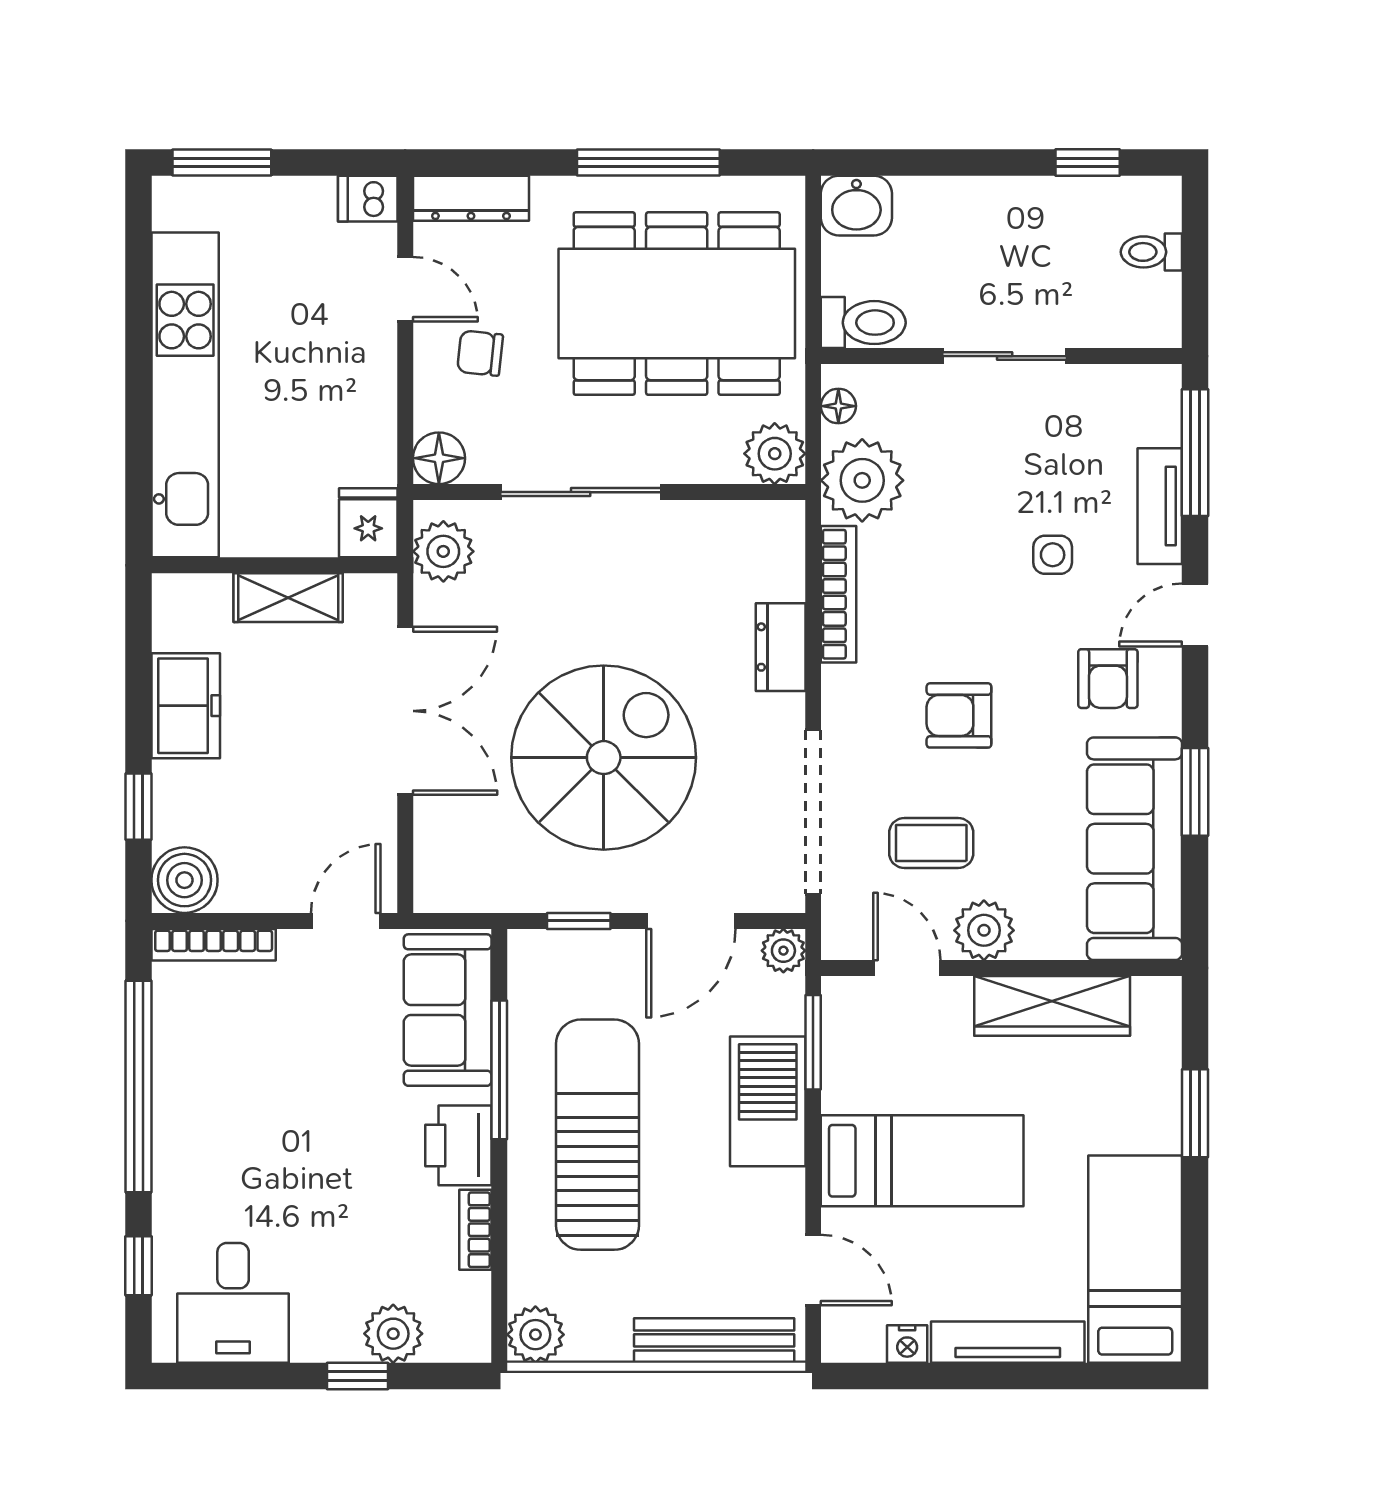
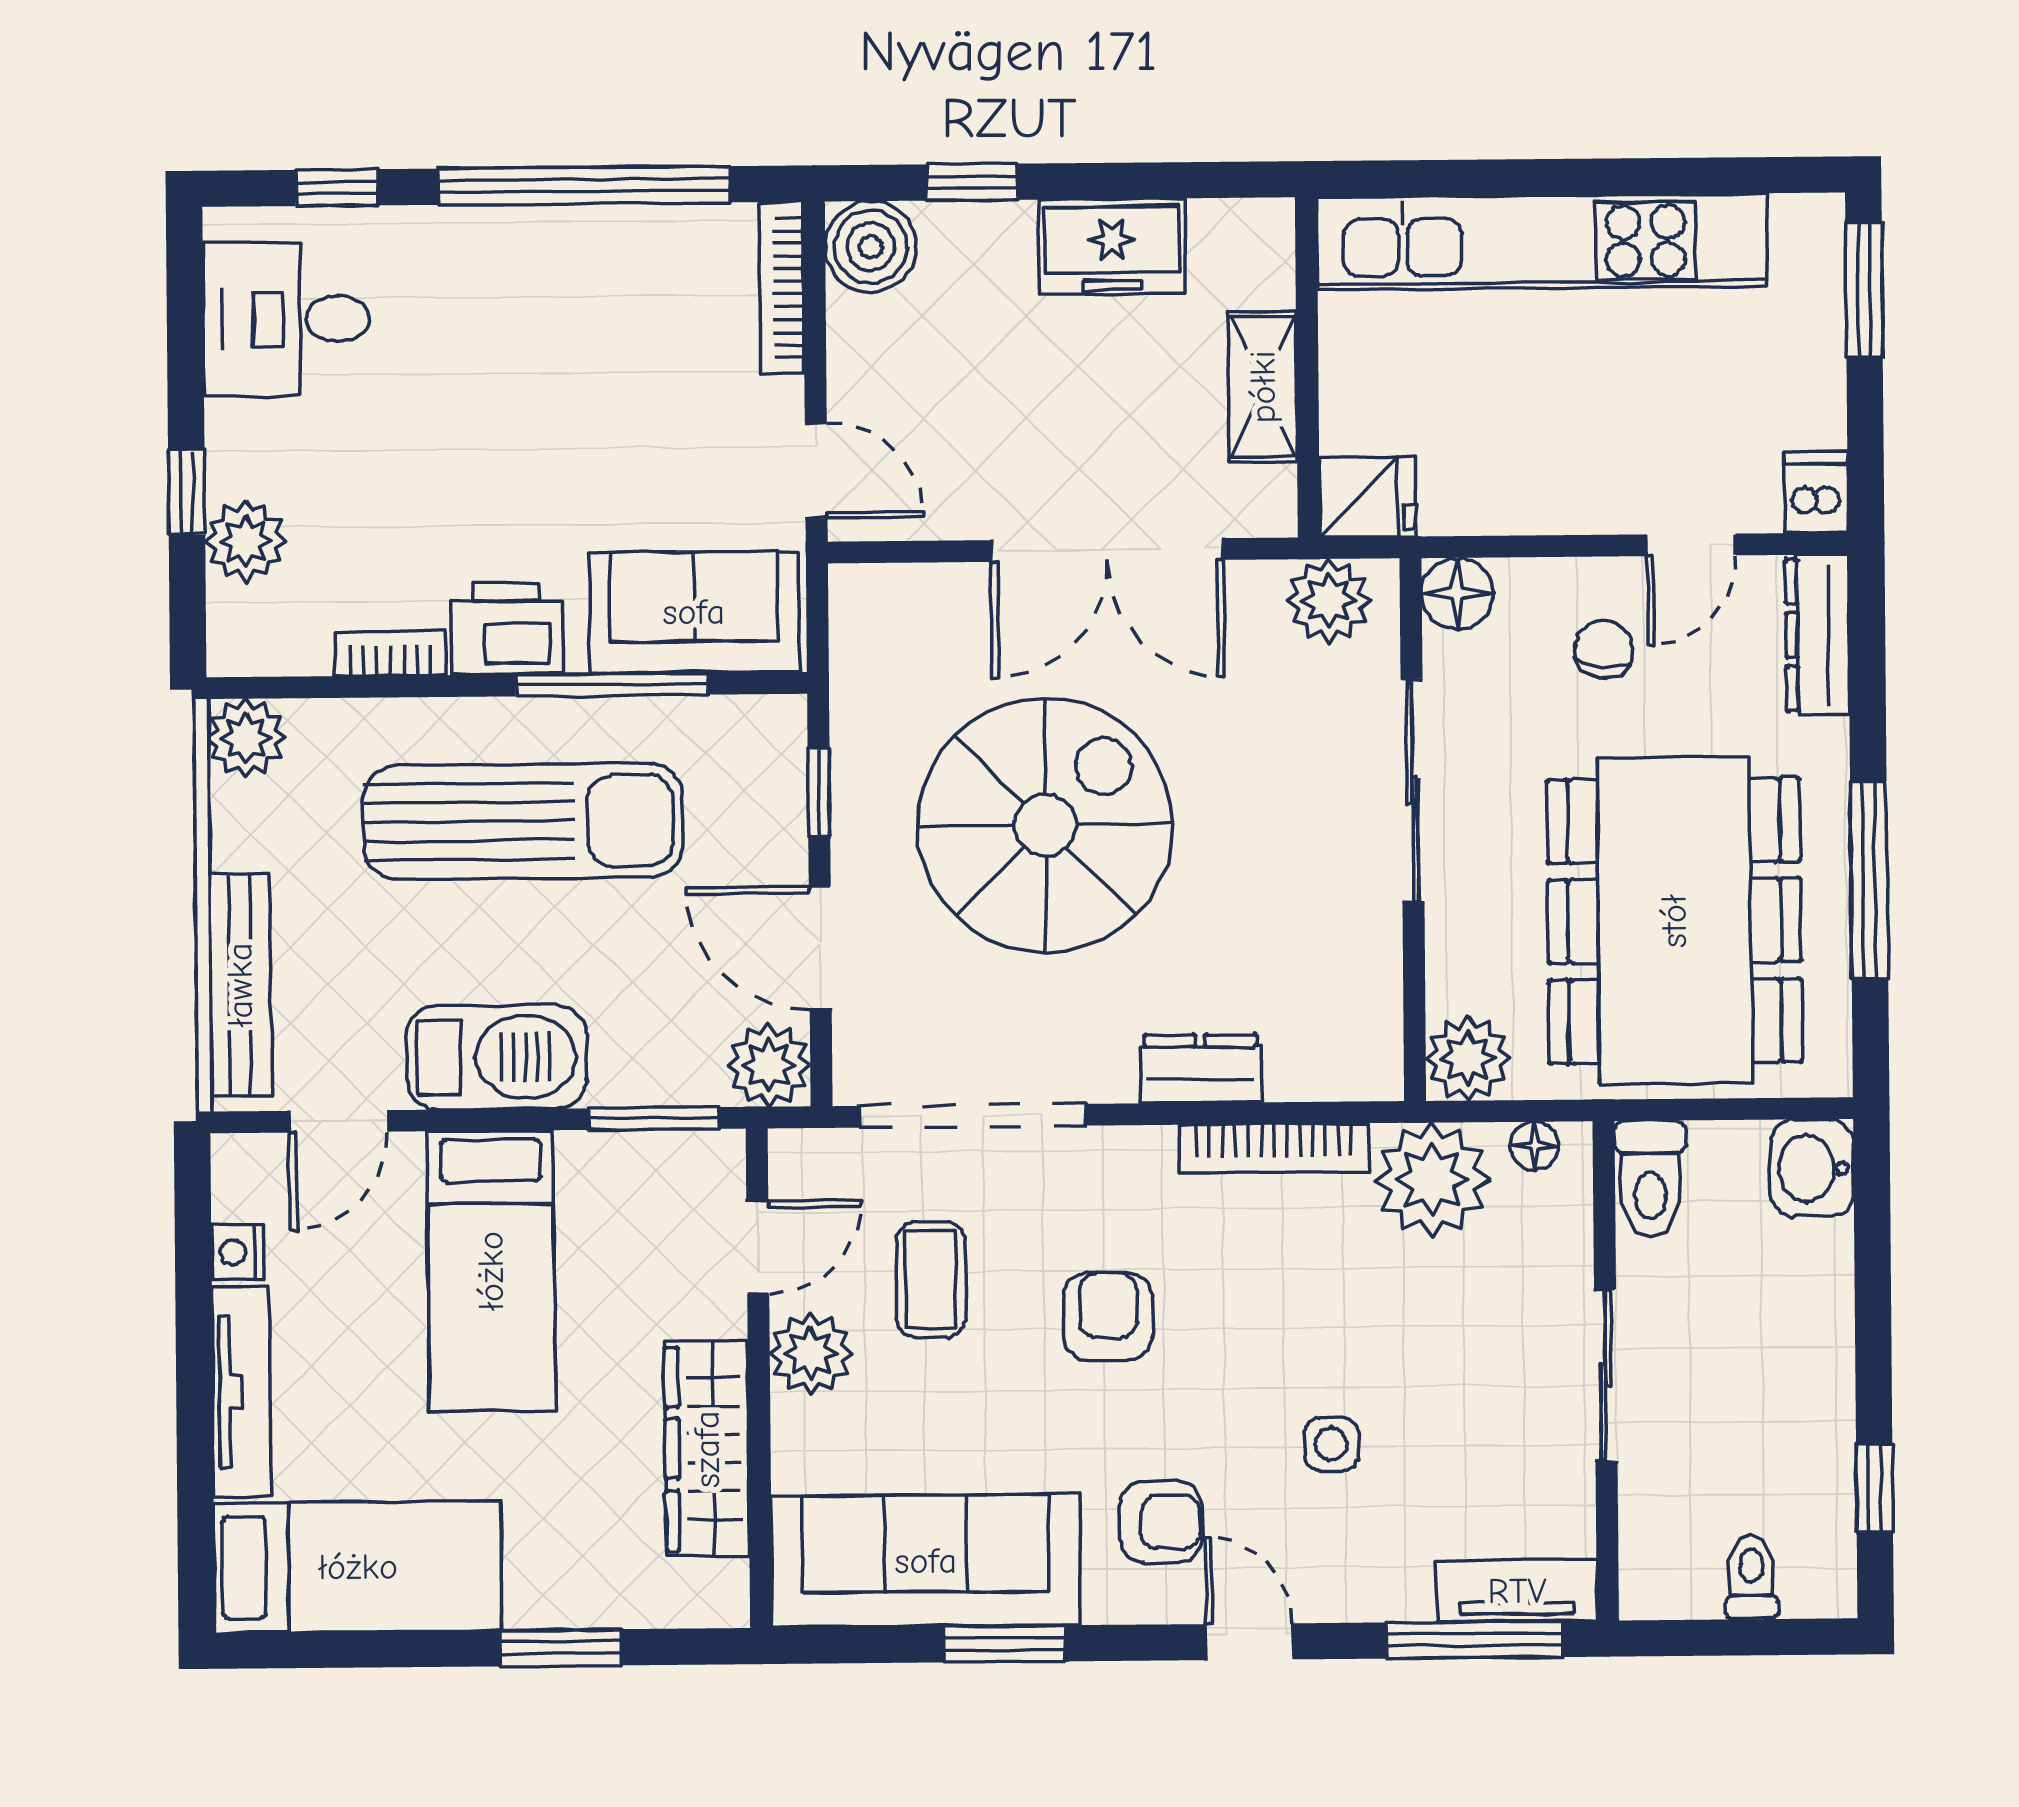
tv unit: (1160, 506) -> (1517, 1591), moved
armchair: (1108, 679) -> (1161, 1522), turned 180
spiral stairs: (604, 758) -> (1045, 825), turned -90
plant: (783, 951) -> (769, 1065), width x1.38, depth x1.38
barbecue: (768, 1101) -> (497, 1057), moved

